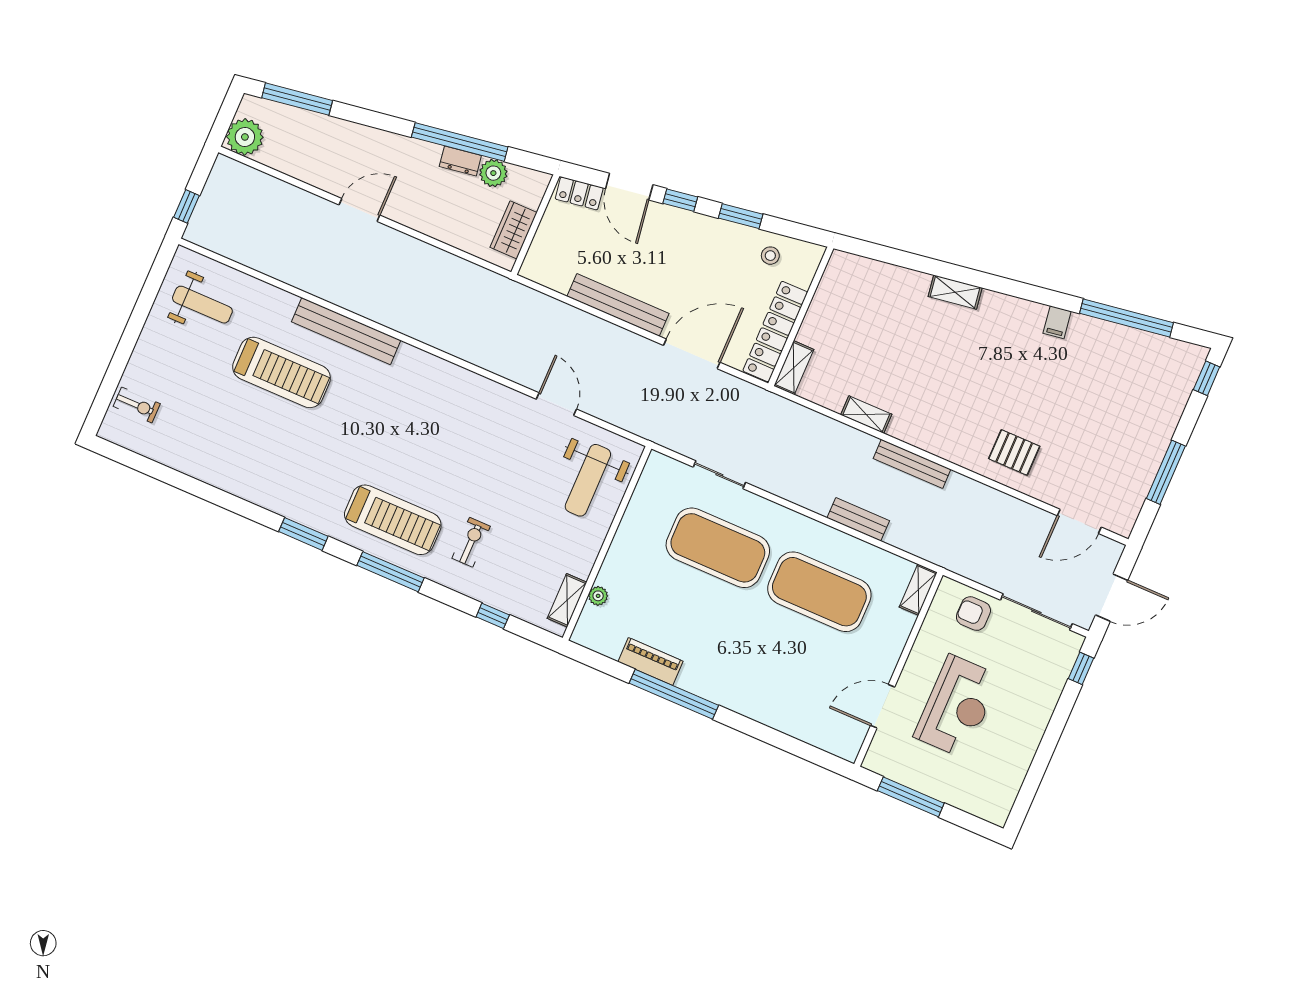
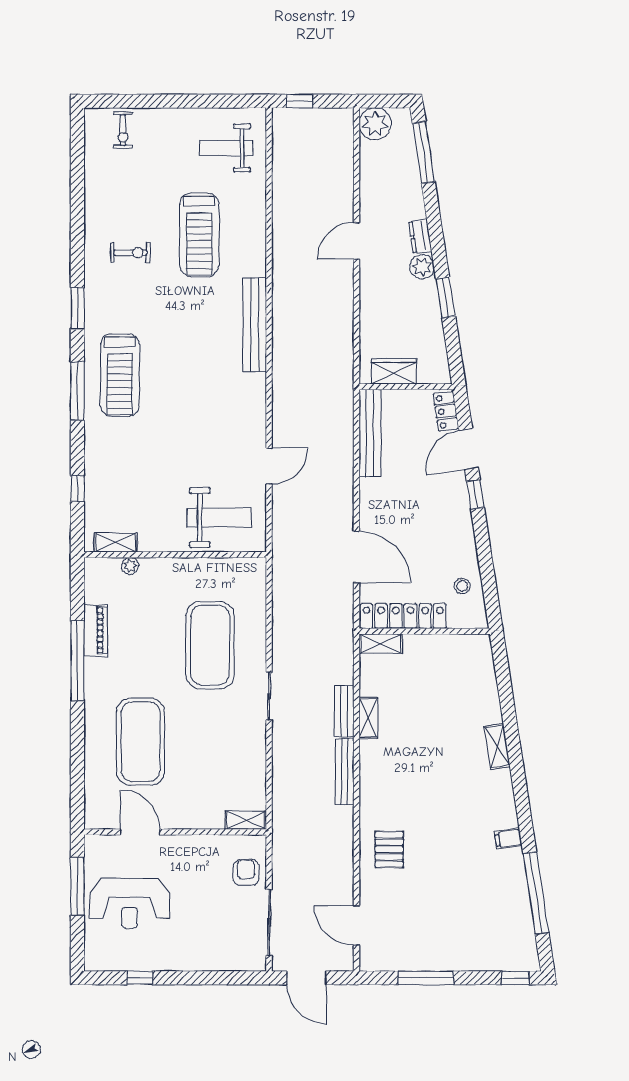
window: (460, 142) -> (446, 298), width x0.47
dresser: (460, 161) -> (420, 236), moved
plant: (493, 173) -> (422, 267), moved
door: (359, 210) -> (356, 241), swing flipped
window: (741, 216) -> (484, 548), removed
weight bench: (202, 305) -> (226, 148), turned 90
bench: (618, 305) -> (370, 433), moved
bench: (346, 331) -> (255, 325), moved
sliding door: (719, 475) -> (269, 696), moved
weight bench: (588, 480) -> (219, 518), turned 180
bench: (858, 519) -> (344, 711), moved
exercise bike: (471, 542) -> (130, 253), moved
exercise mat: (819, 592) -> (140, 742), moved
window: (1081, 668) -> (140, 978), moved
reception desk: (957, 706) -> (130, 903), moved

